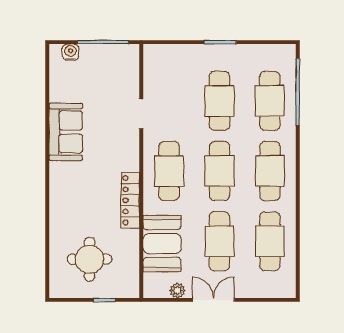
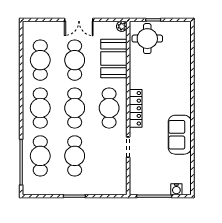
locker: (130, 200) -> (136, 108), moved
round table: (89, 259) -> (147, 39), moved
plant: (177, 291) -> (122, 26), moved

